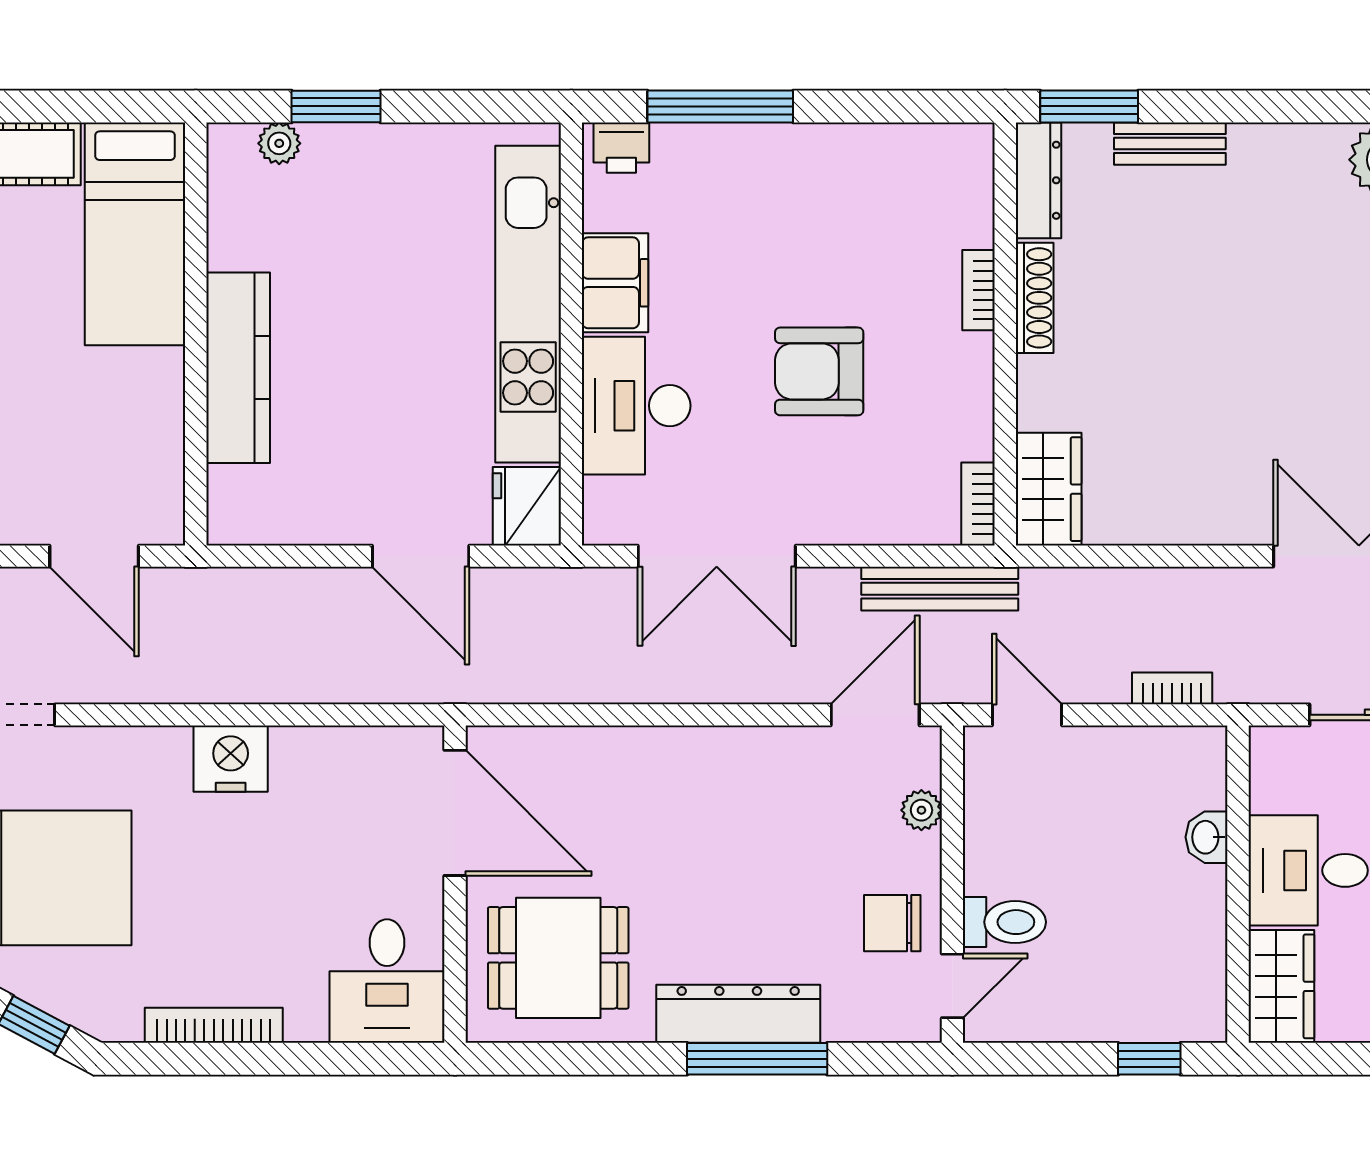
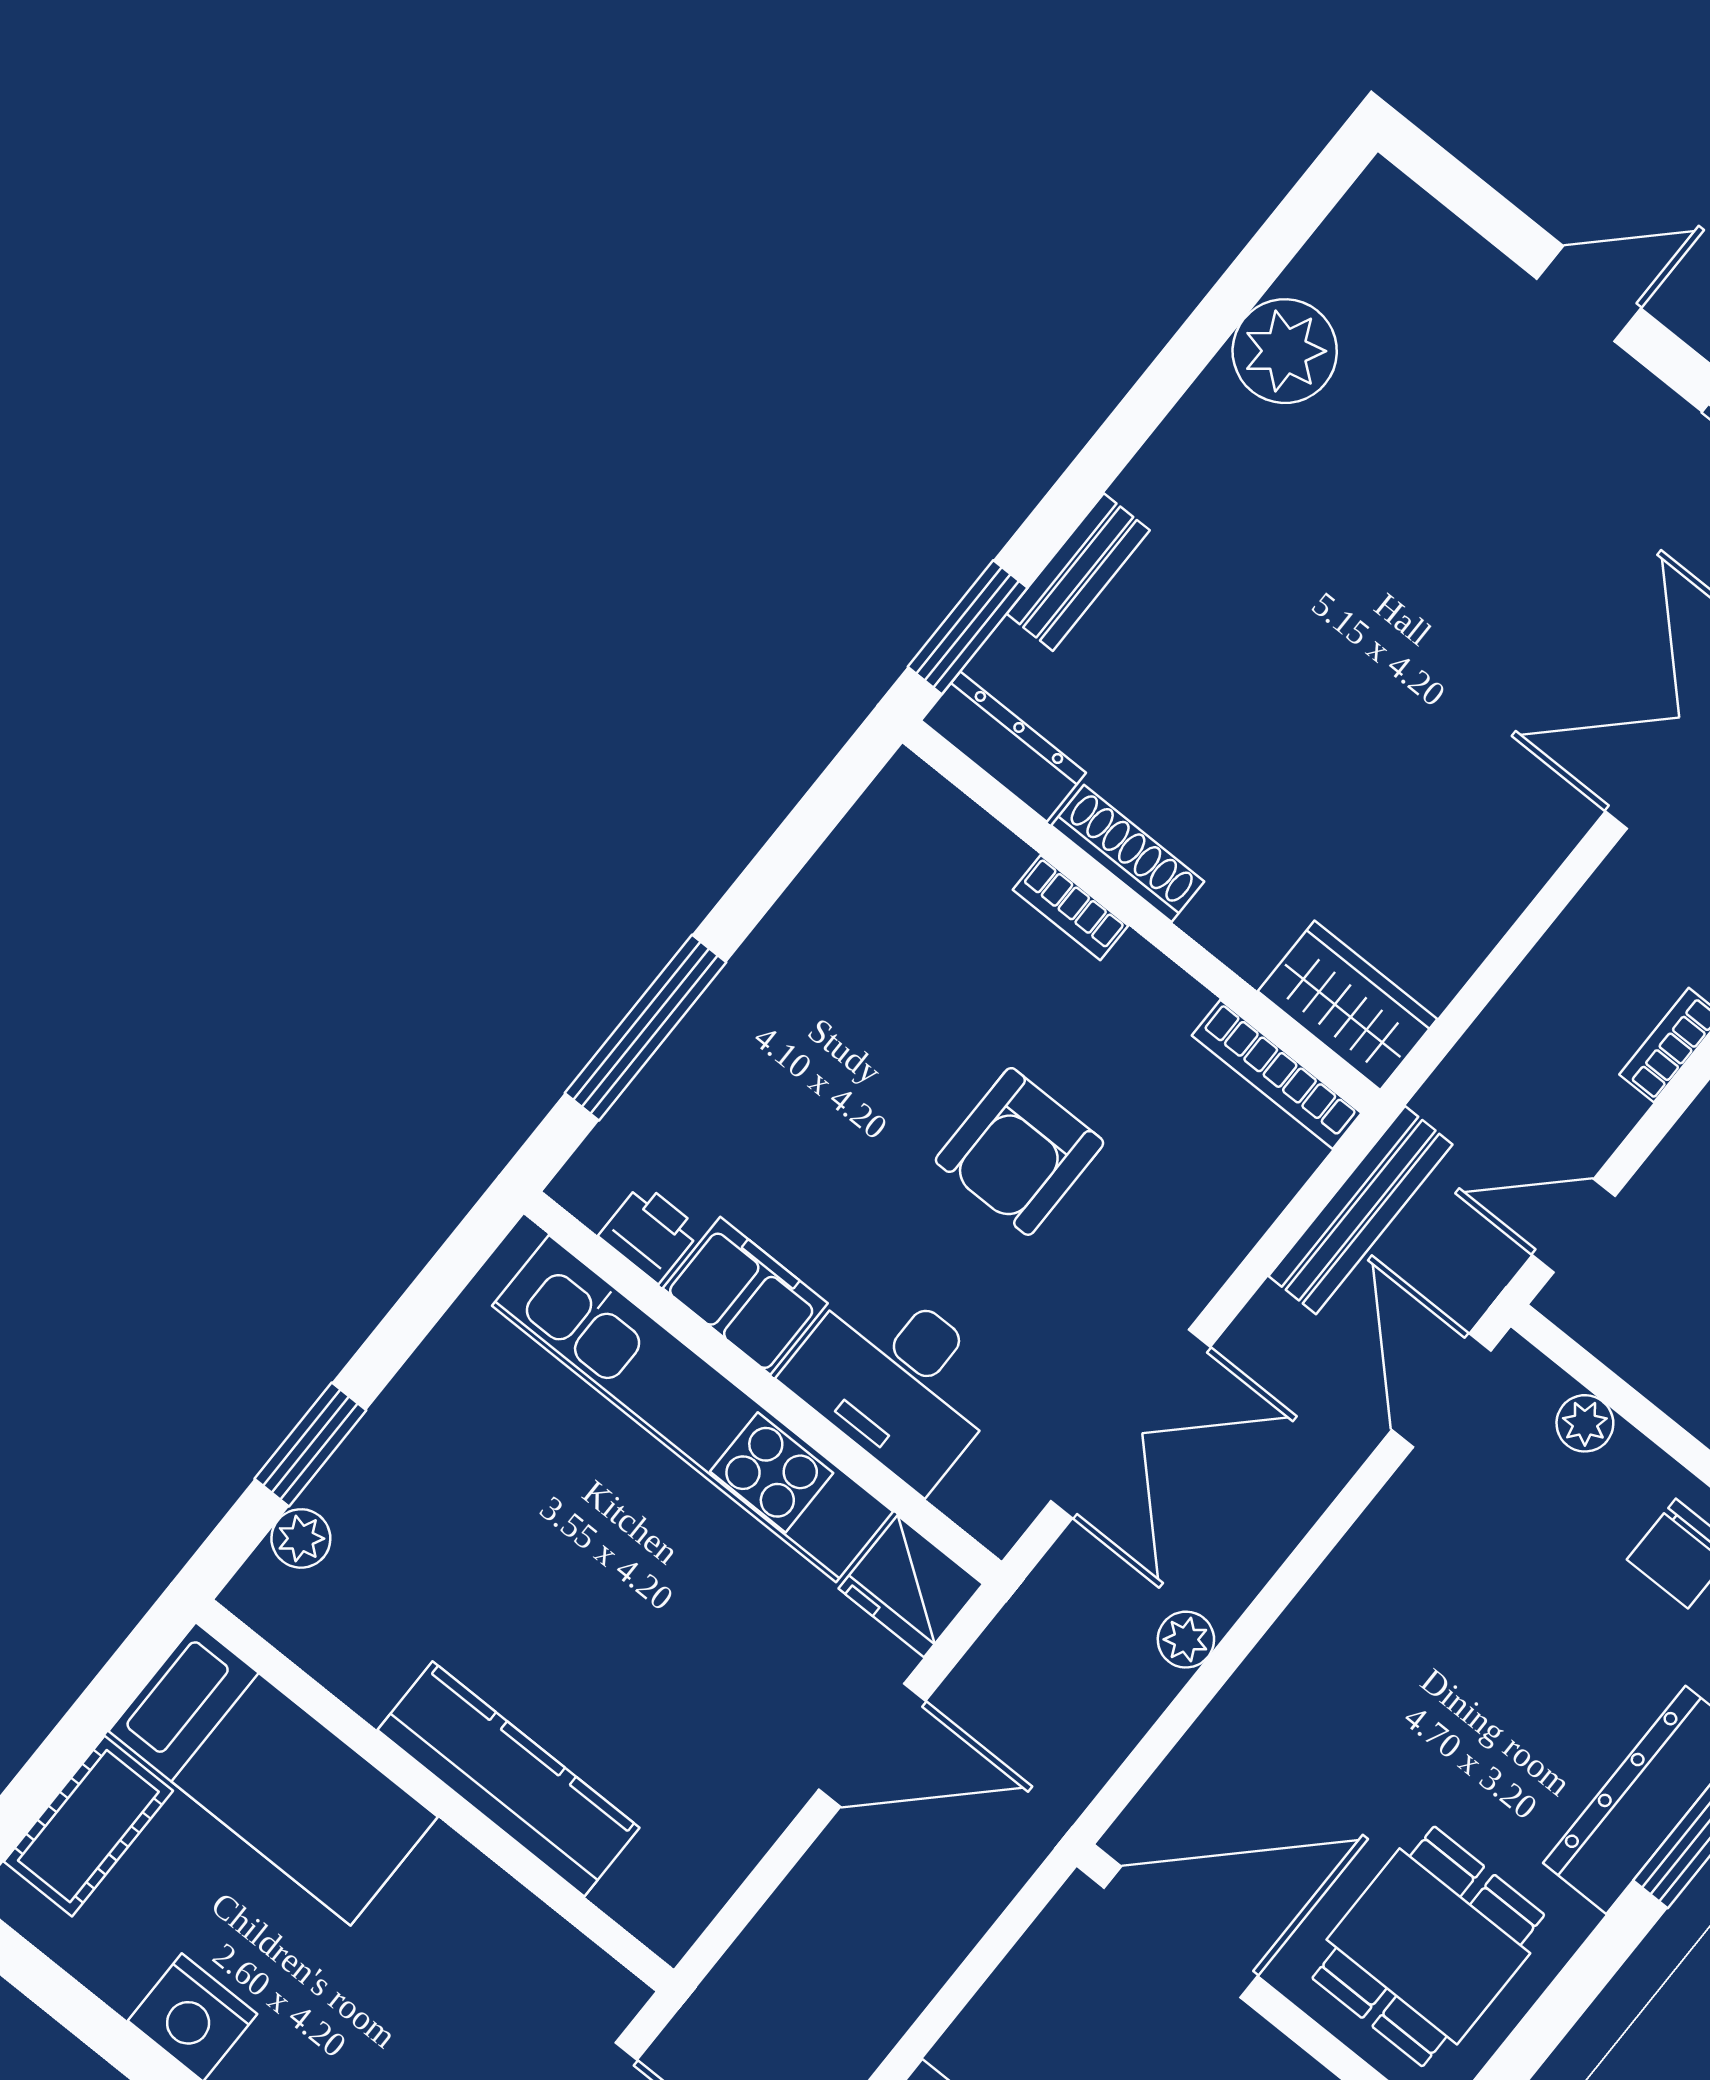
printer: (621, 148) -> (650, 1233), moved, turned -90
bookcase: (978, 504) -> (1277, 1074), width x1.56
plant: (621, 684) -> (1186, 1640), added

